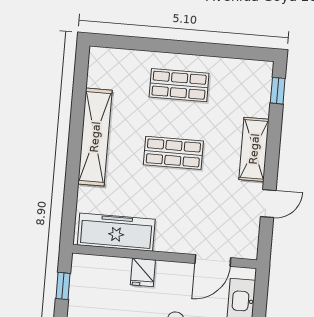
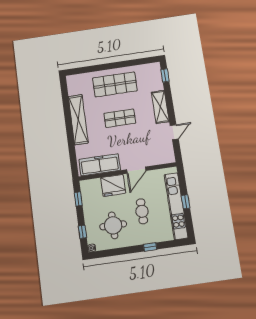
shop shelf: (179, 85) -> (115, 84), width x1.43, depth x1.36
door: (213, 261) -> (136, 170), moved
fridge: (143, 272) -> (113, 185), width x1.88, depth x1.34

